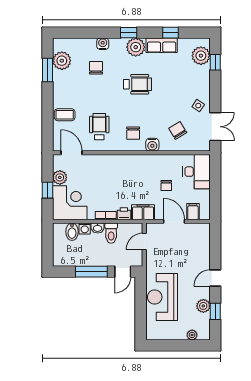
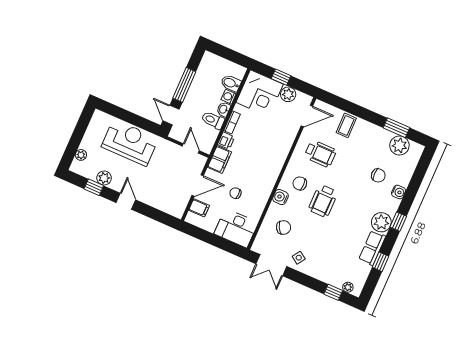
plant: (201, 56) -> (348, 287), width x0.53, depth x0.53
wheelchair: (138, 84) -> (323, 201), moved

